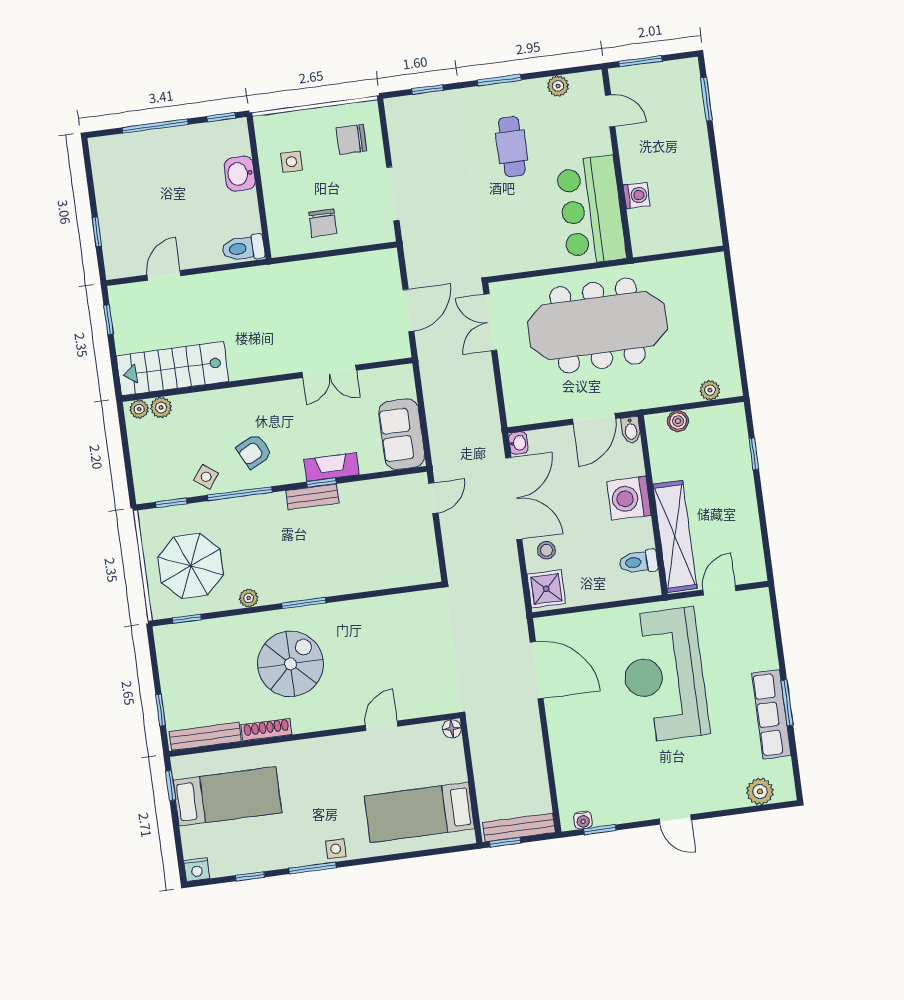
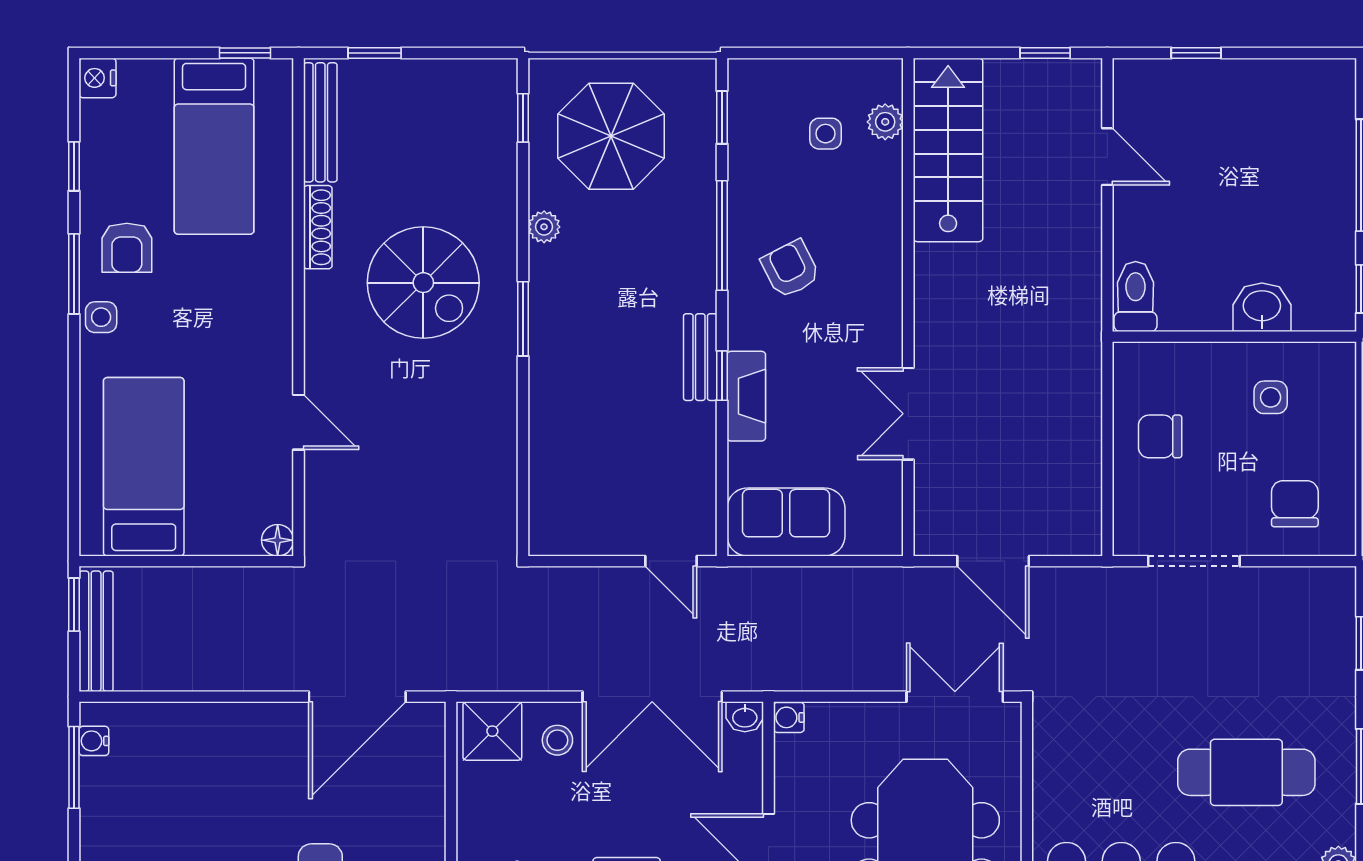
cafe table: (512, 147) -> (1246, 772), width x1.37, depth x1.35
plant: (139, 409) -> (887, 84), removed
water cooler: (515, 417) -> (789, 717), added
side table: (206, 477) -> (825, 134), moved, turned -37
window: (600, 830) -> (74, 767), width x1.50
armchair: (293, 839) -> (127, 248), added

